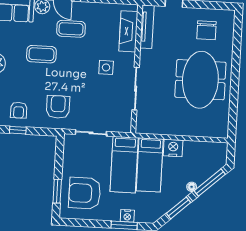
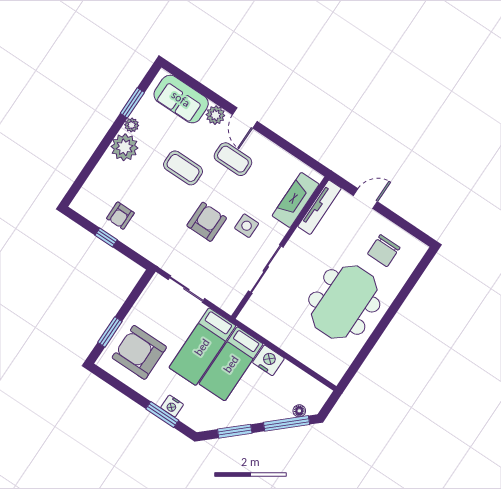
armchair: (58, 107) -> (207, 222), moved
floor lamp: (192, 187) -> (299, 411), moved

